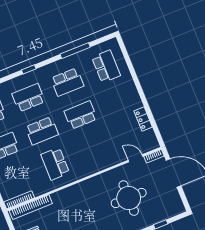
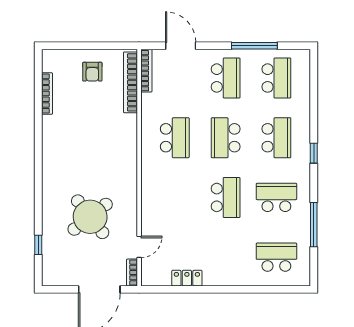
school desk: (106, 66) -> (276, 257), turned 180
school desk: (67, 82) -> (276, 197), turned 90
school desk: (55, 164) -> (175, 138), turned 90
round table: (129, 198) -> (90, 217), turned -38

